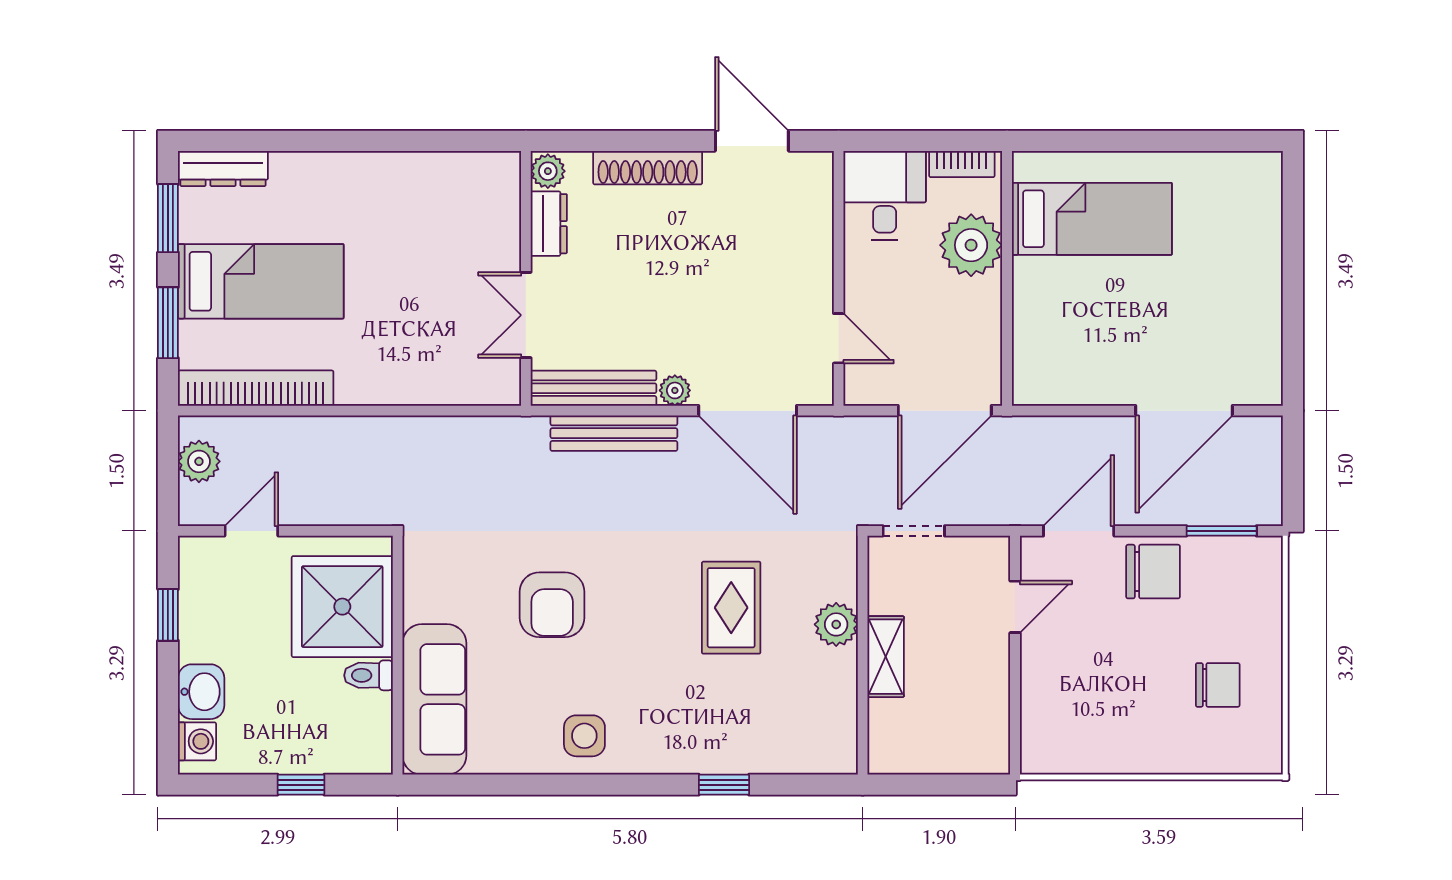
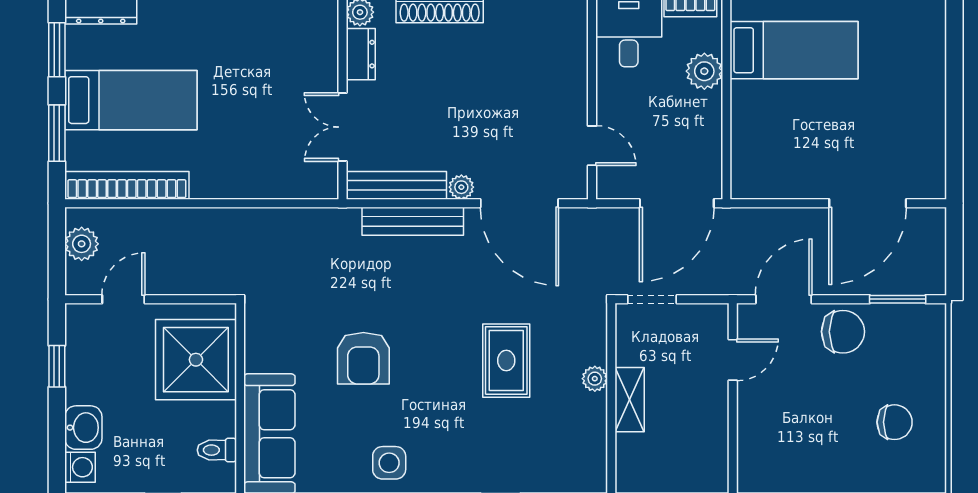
plant: (971, 245) -> (704, 71), width x0.73, depth x0.73
plant: (836, 624) -> (595, 379), width x0.73, depth x0.73
toilet: (368, 675) -> (217, 450), moved

